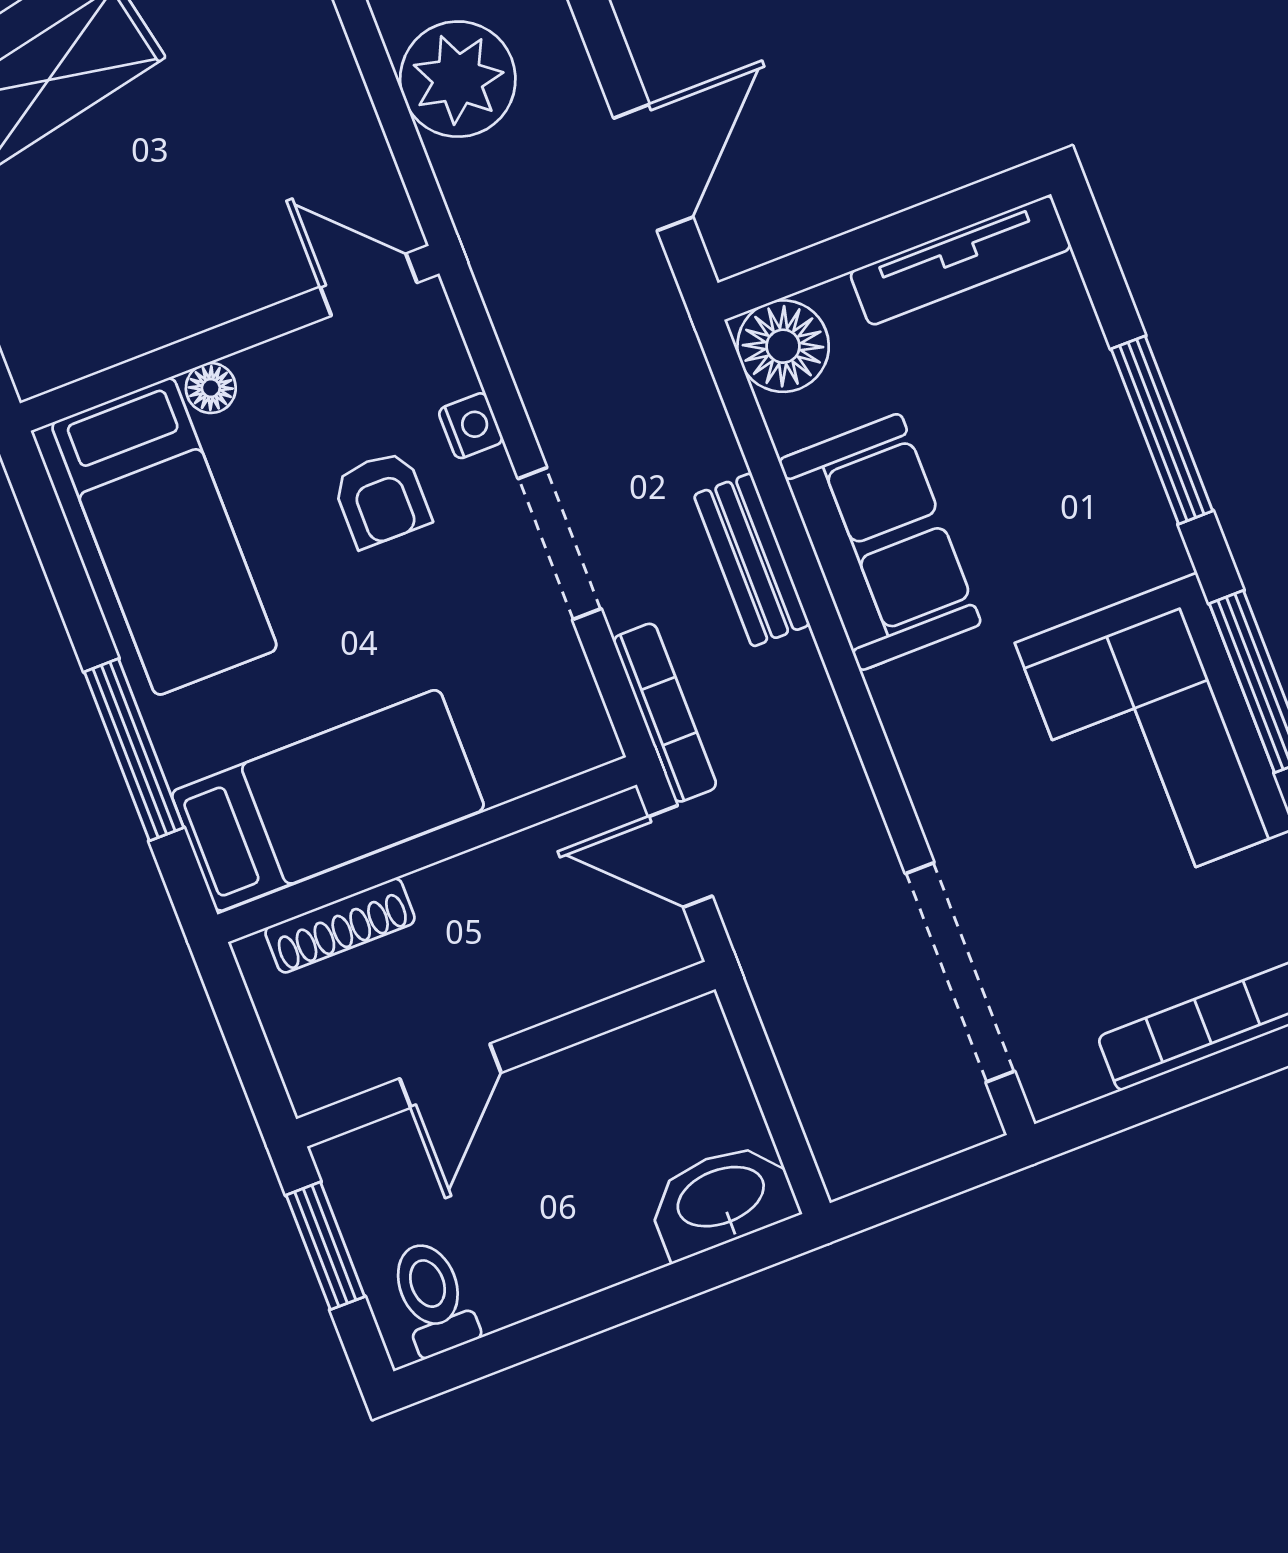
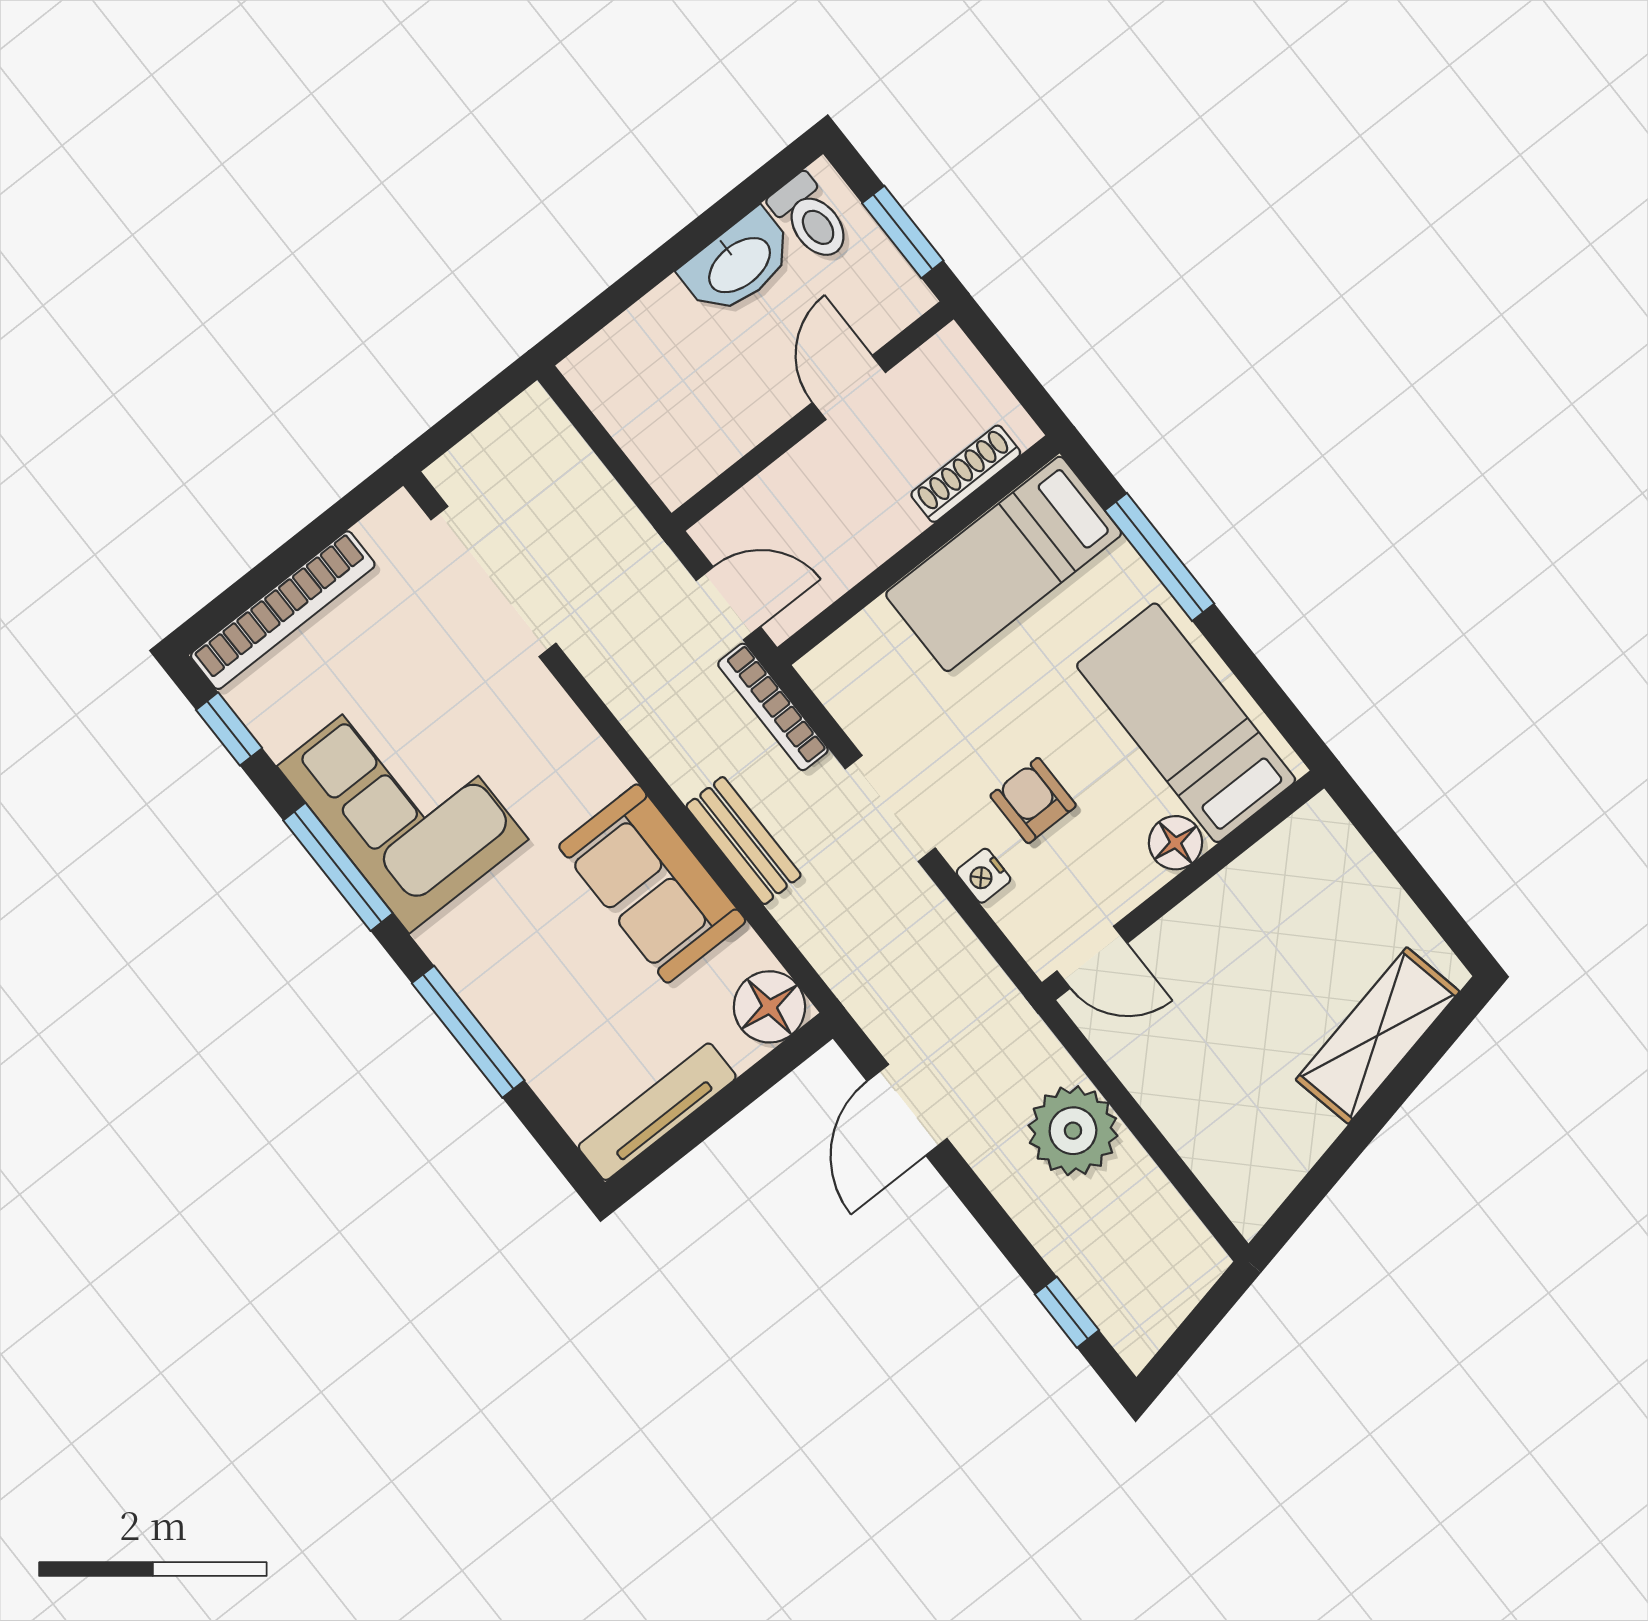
floor lamp: (211, 388) -> (1176, 843), width x1.37, depth x1.37
washbasin: (722, 1199) -> (738, 264), moved

